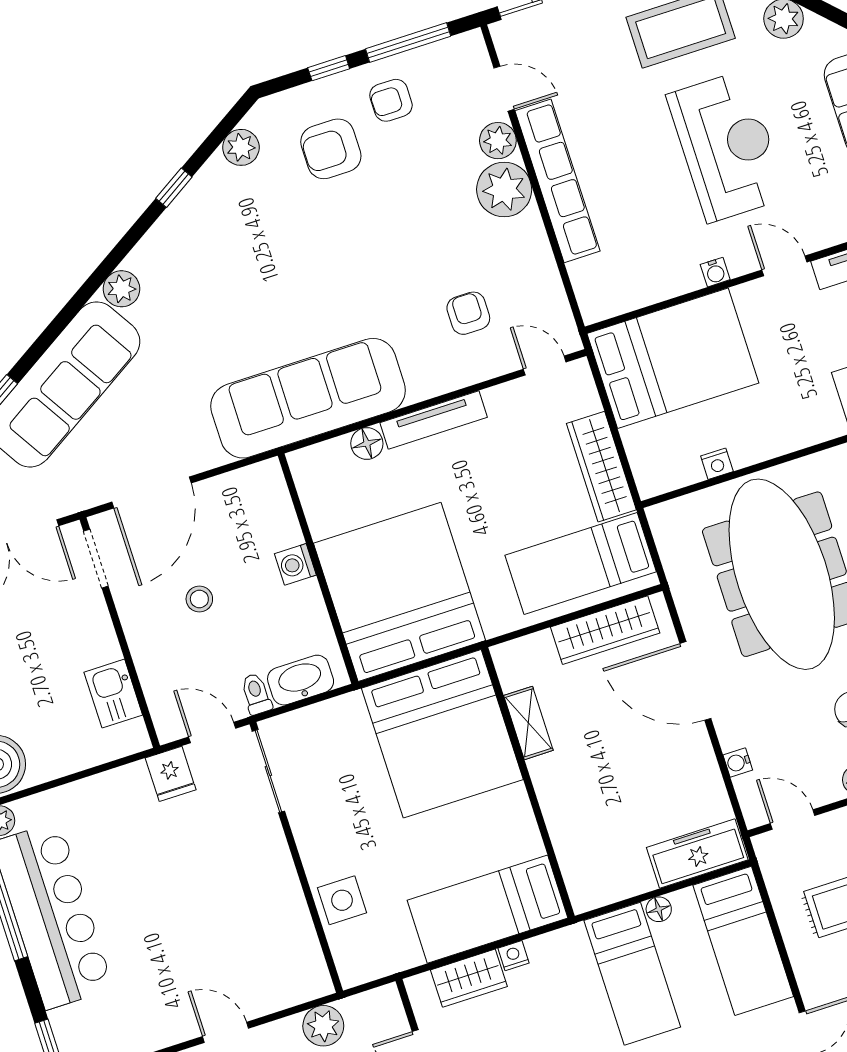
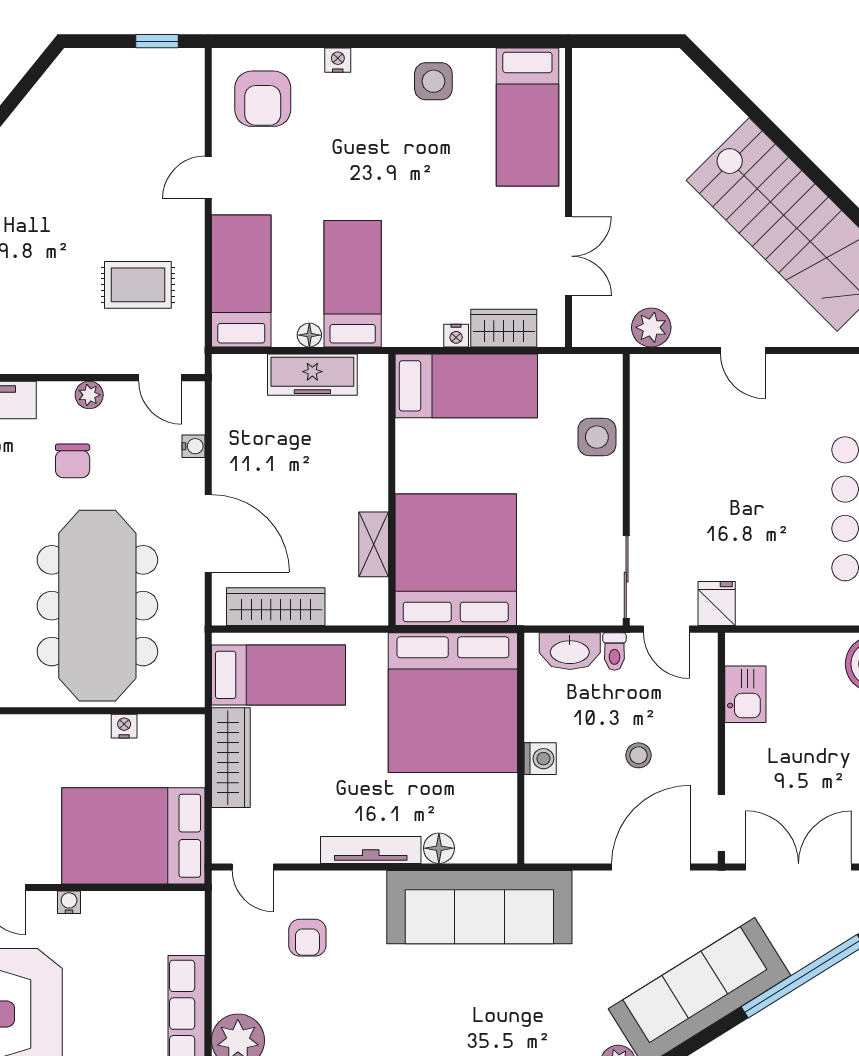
freezer: (697, 854) -> (312, 375), moved

